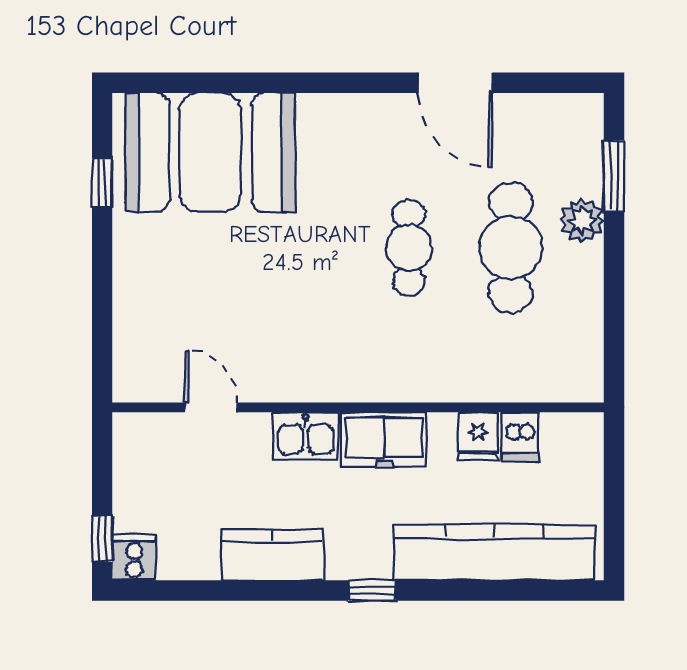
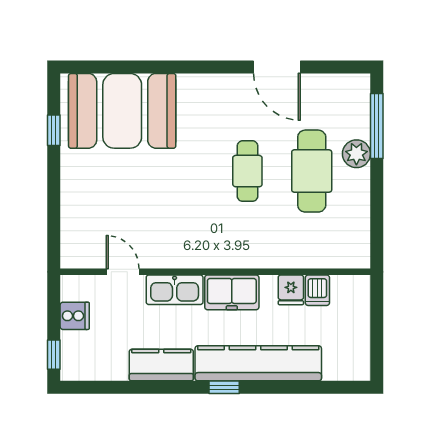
window: (614, 176) -> (377, 126), width x1.44
kitchen sink: (306, 436) -> (175, 290), width x1.38
kitchen counter: (494, 552) -> (258, 363), moved
cooker: (134, 557) -> (75, 316), moved, turned 90

